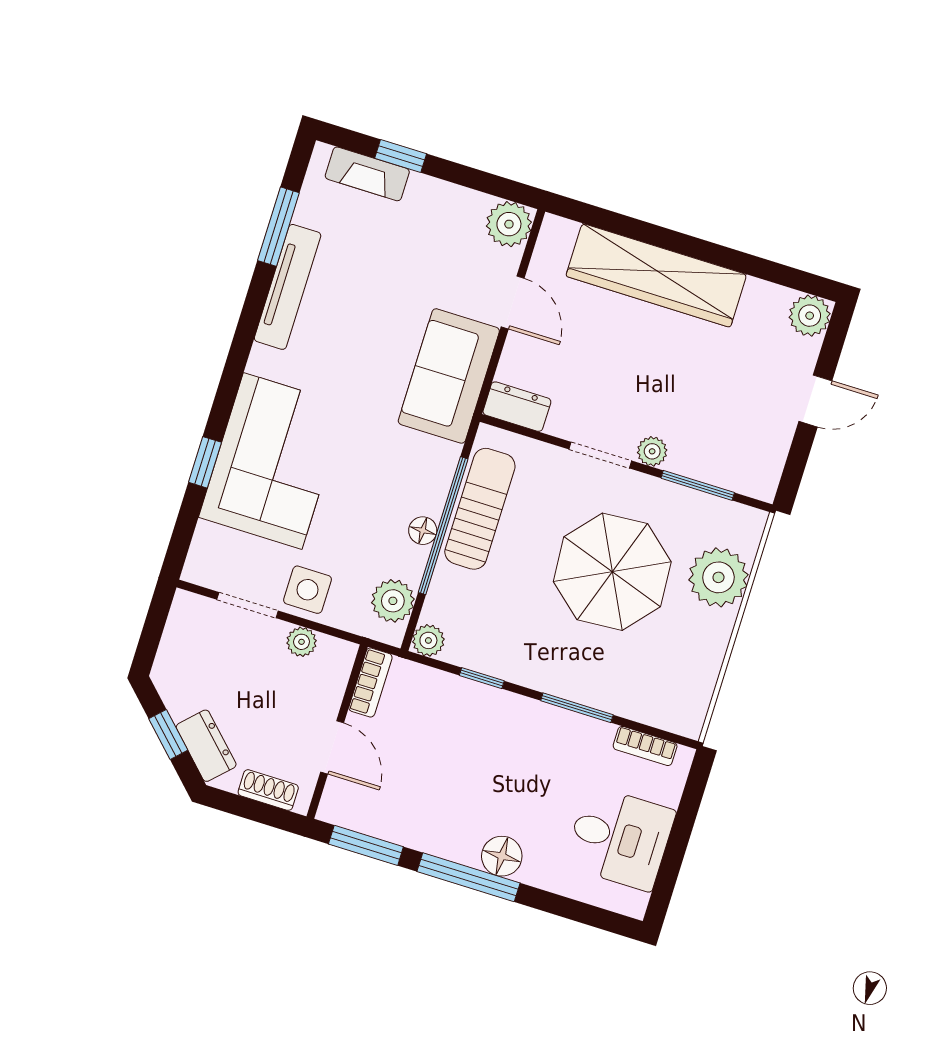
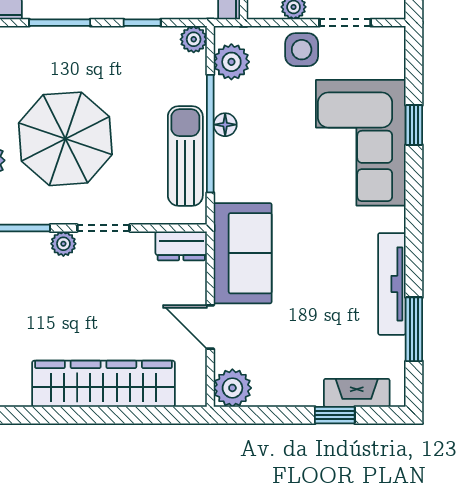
sun lounger: (480, 509) -> (185, 156), turned 180

